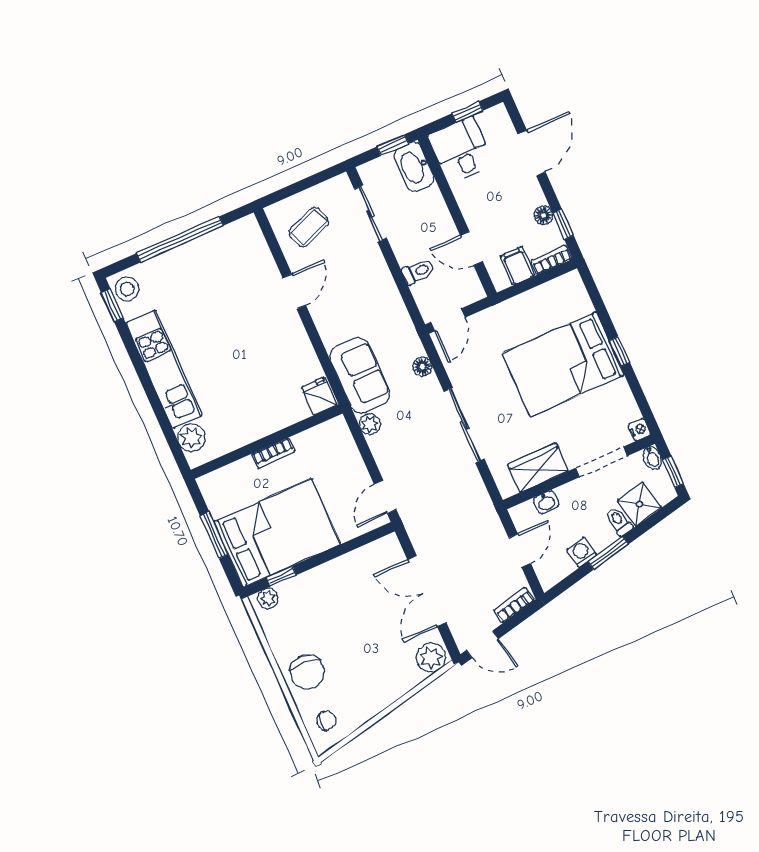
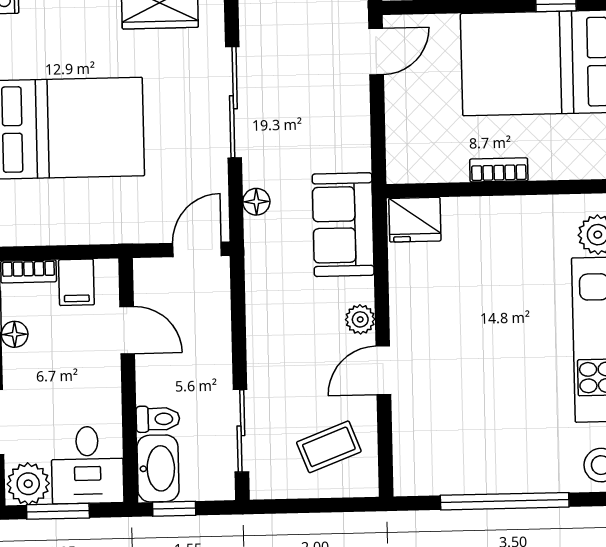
window: (468, 112) -> (58, 511), width x1.50
plant: (494, 122) -> (28, 484), added
toilet: (418, 272) -> (158, 419), moved, turned 180
fridge: (319, 396) -> (415, 220), width x1.38
plant: (370, 424) -> (360, 319), moved

